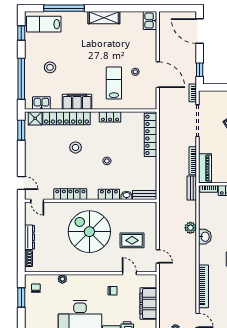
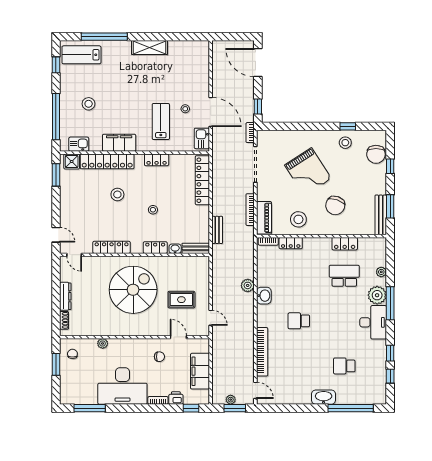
kitchen sink: (150, 21) -> (202, 138), moved
bench: (192, 188) -> (217, 230), moved
spiral stairs: (89, 232) -> (133, 290), turned 90

